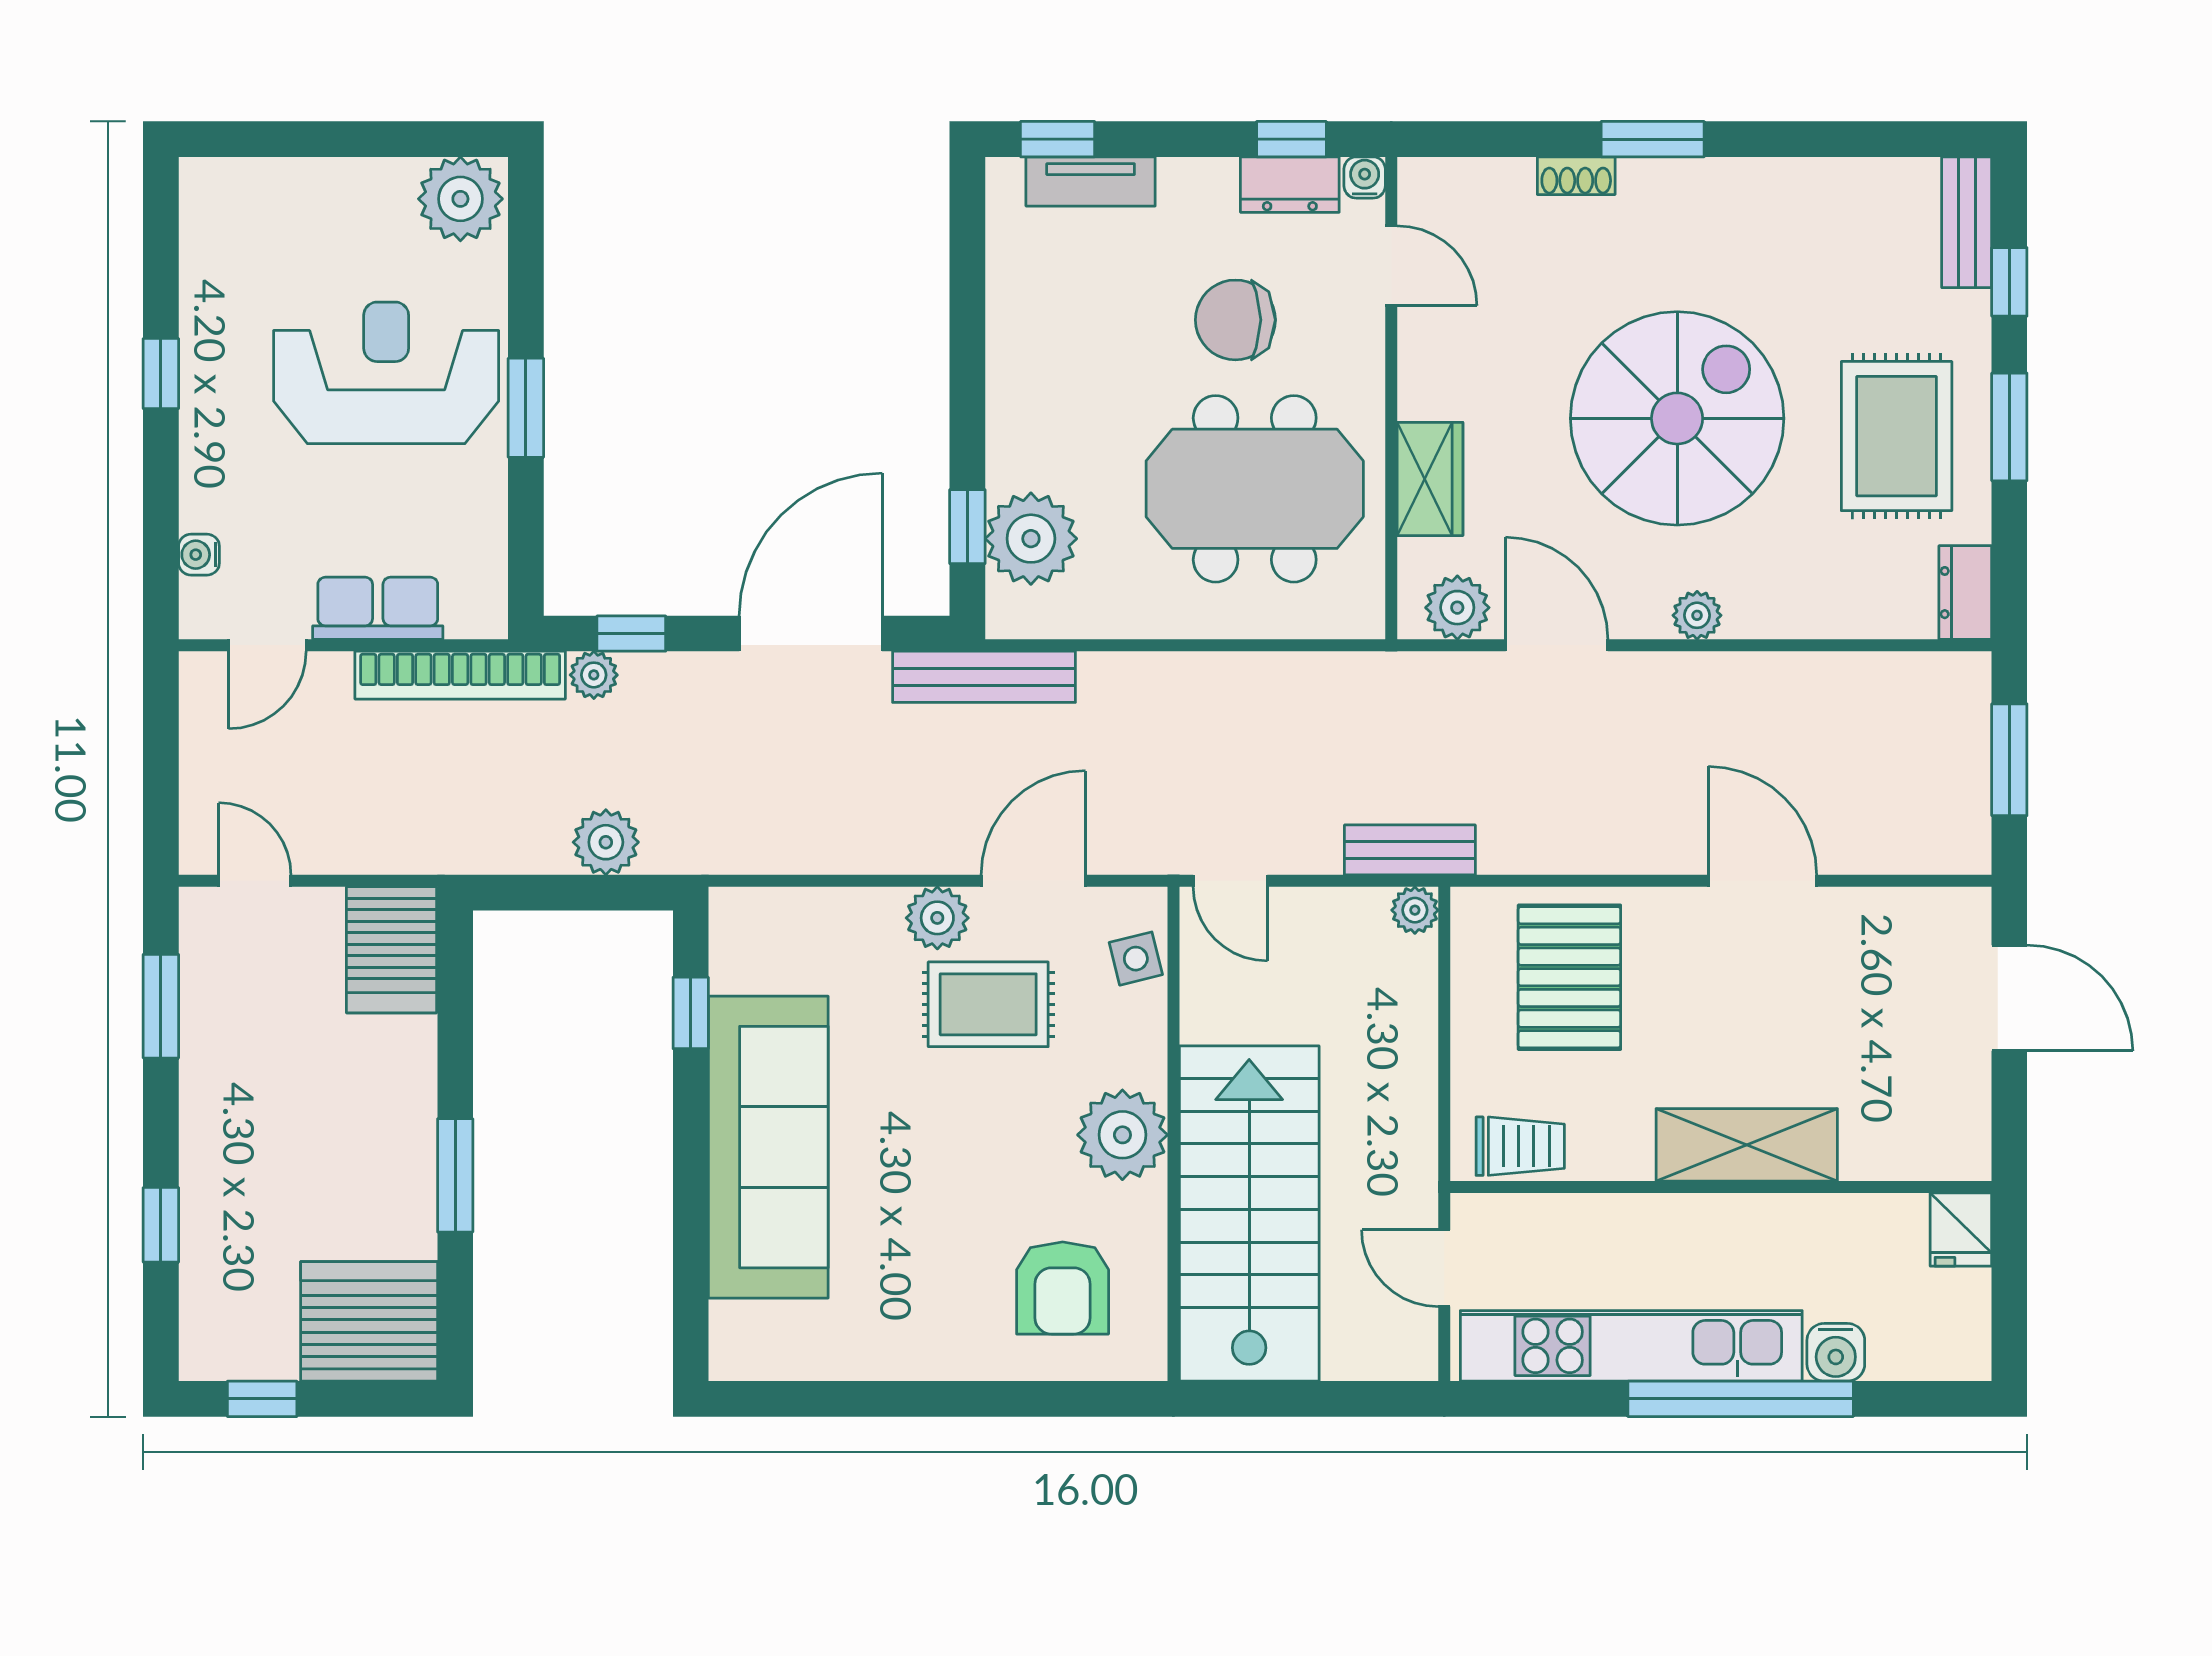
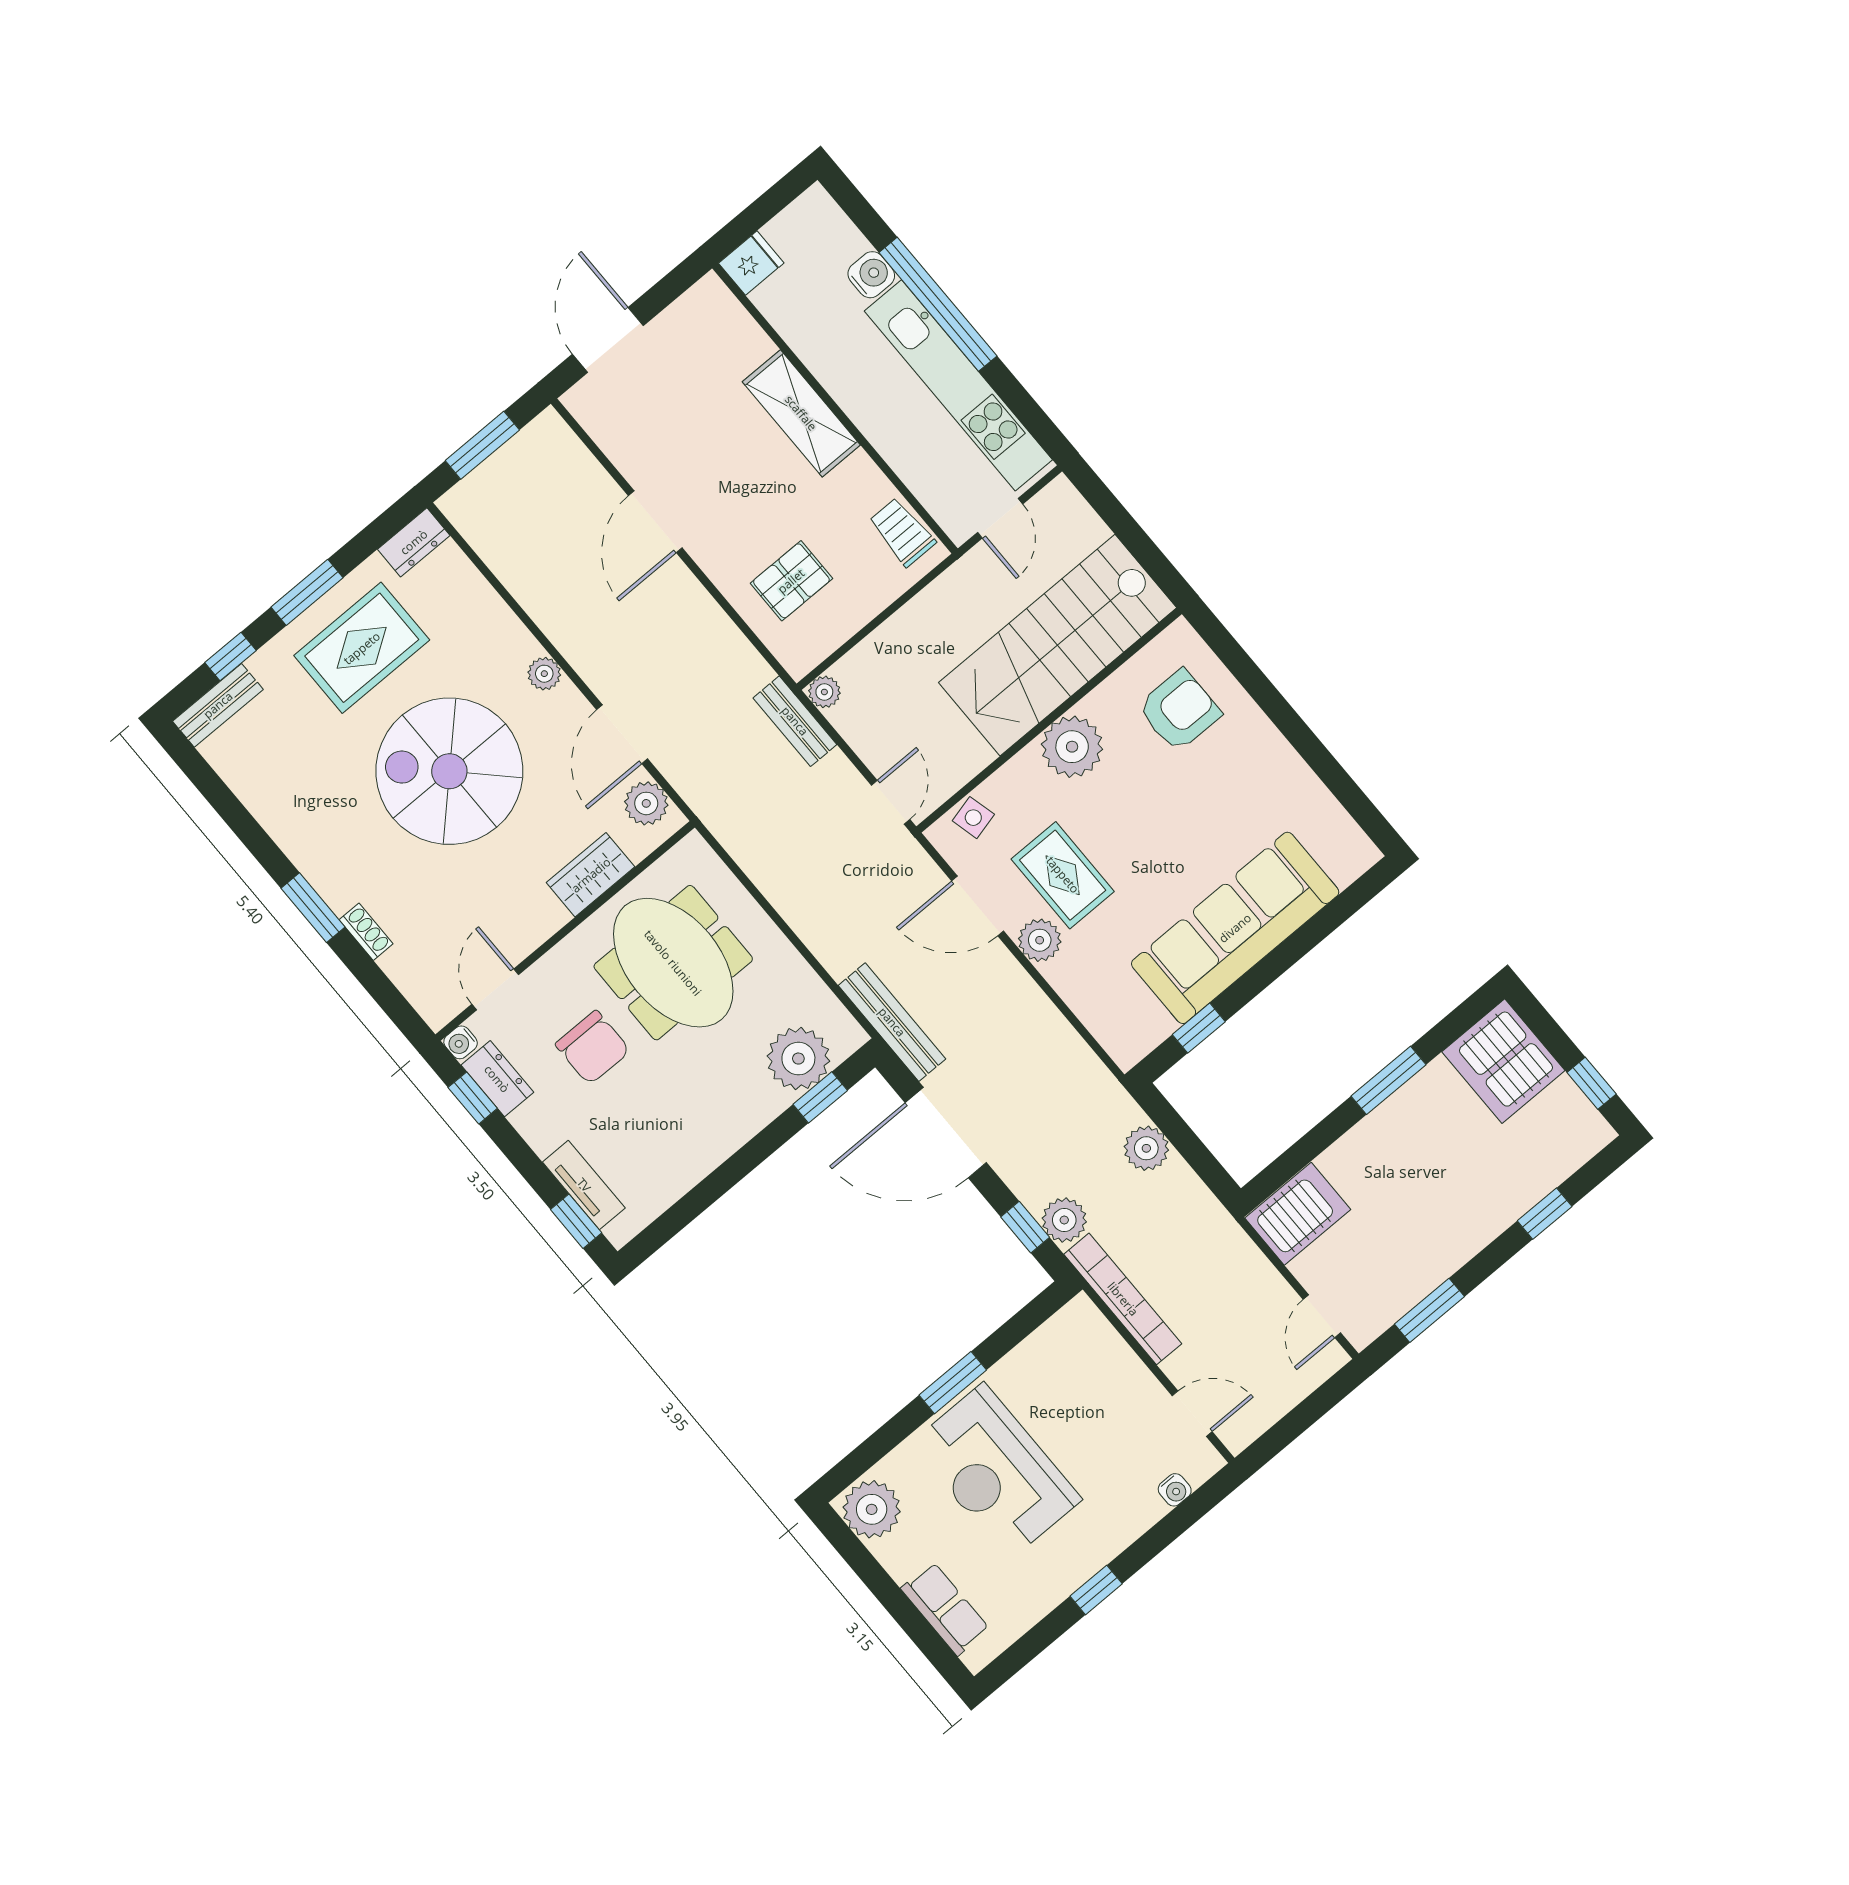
row of seats: (378, 608) -> (945, 1609), moved, turned 180
plant: (594, 675) -> (1064, 1220), width x1.38, depth x1.38
pallet: (1569, 977) -> (791, 581), width x0.67, depth x0.71

